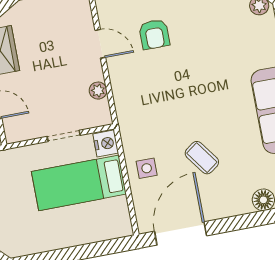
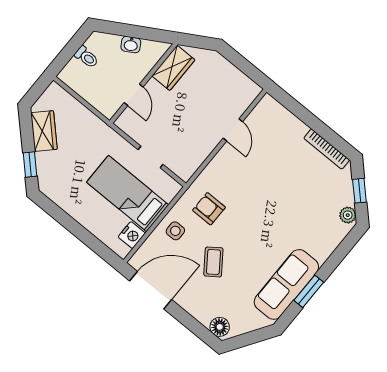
armchair: (154, 34) -> (209, 209), moved, turned 90
plant: (98, 91) -> (200, 155), removed
nightstand: (106, 143) -> (132, 235), moved

